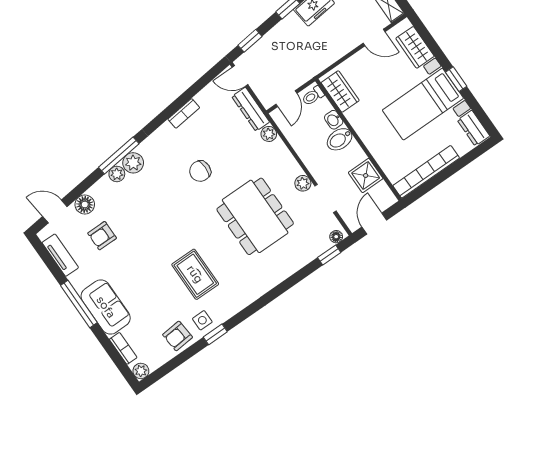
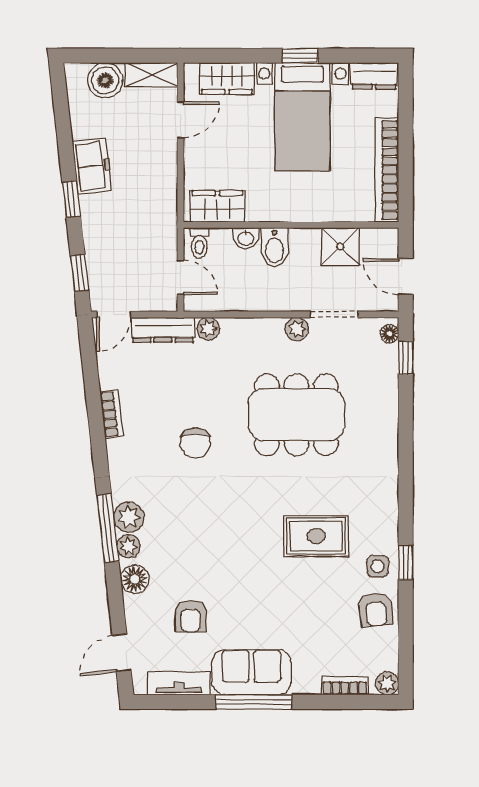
floor lamp: (85, 204) -> (135, 579), moved
sofa: (106, 307) -> (251, 672), moved

